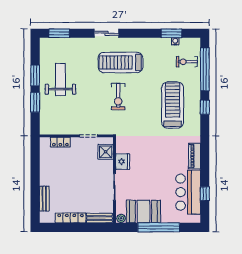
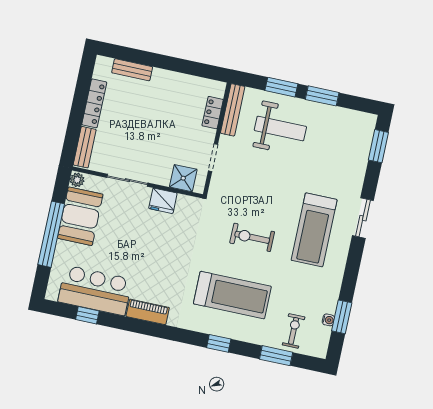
treadmill: (121, 62) -> (314, 230), turned 180
window: (205, 69) -> (276, 356), width x0.47
weight bench: (60, 79) -> (280, 128), moved
exercise bike: (118, 97) -> (252, 237), moved
bench: (56, 130) -> (233, 110), added

